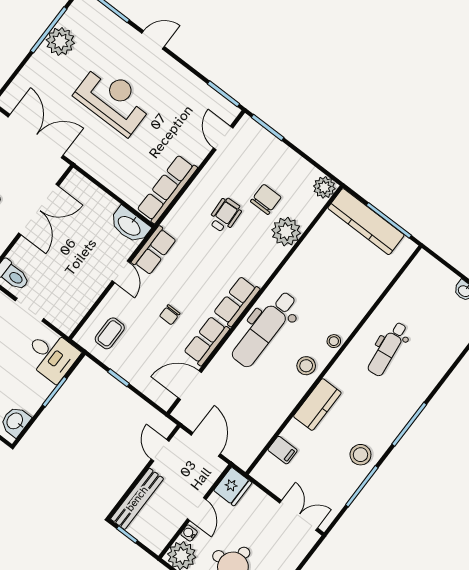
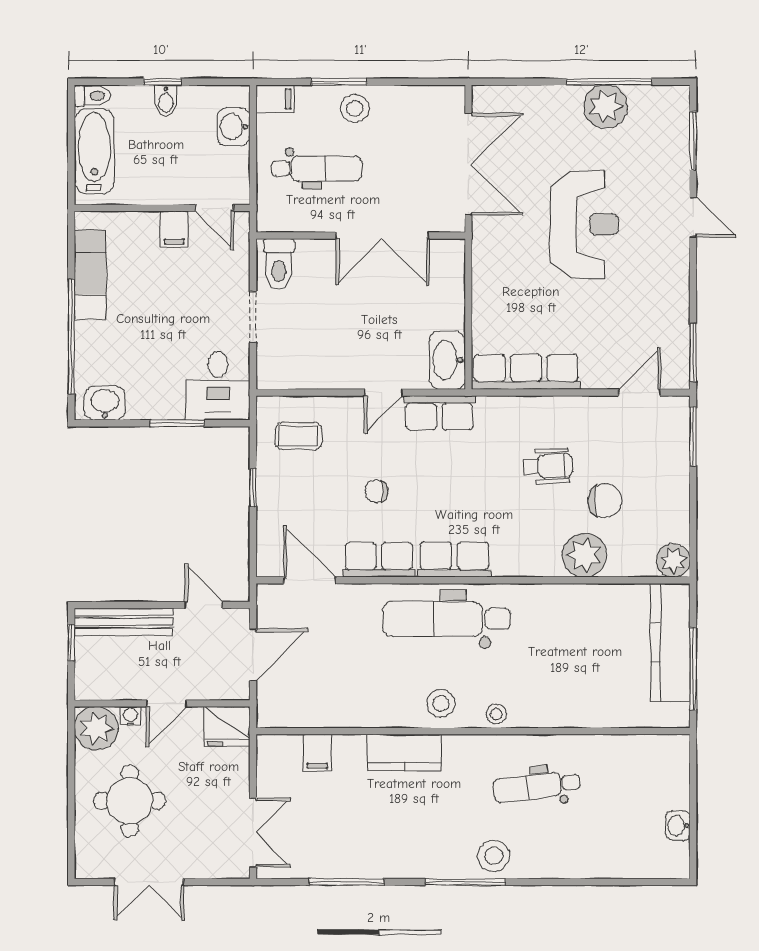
door: (160, 450) -> (204, 605), hinge flipped
stool: (360, 455) -> (494, 856), moved

